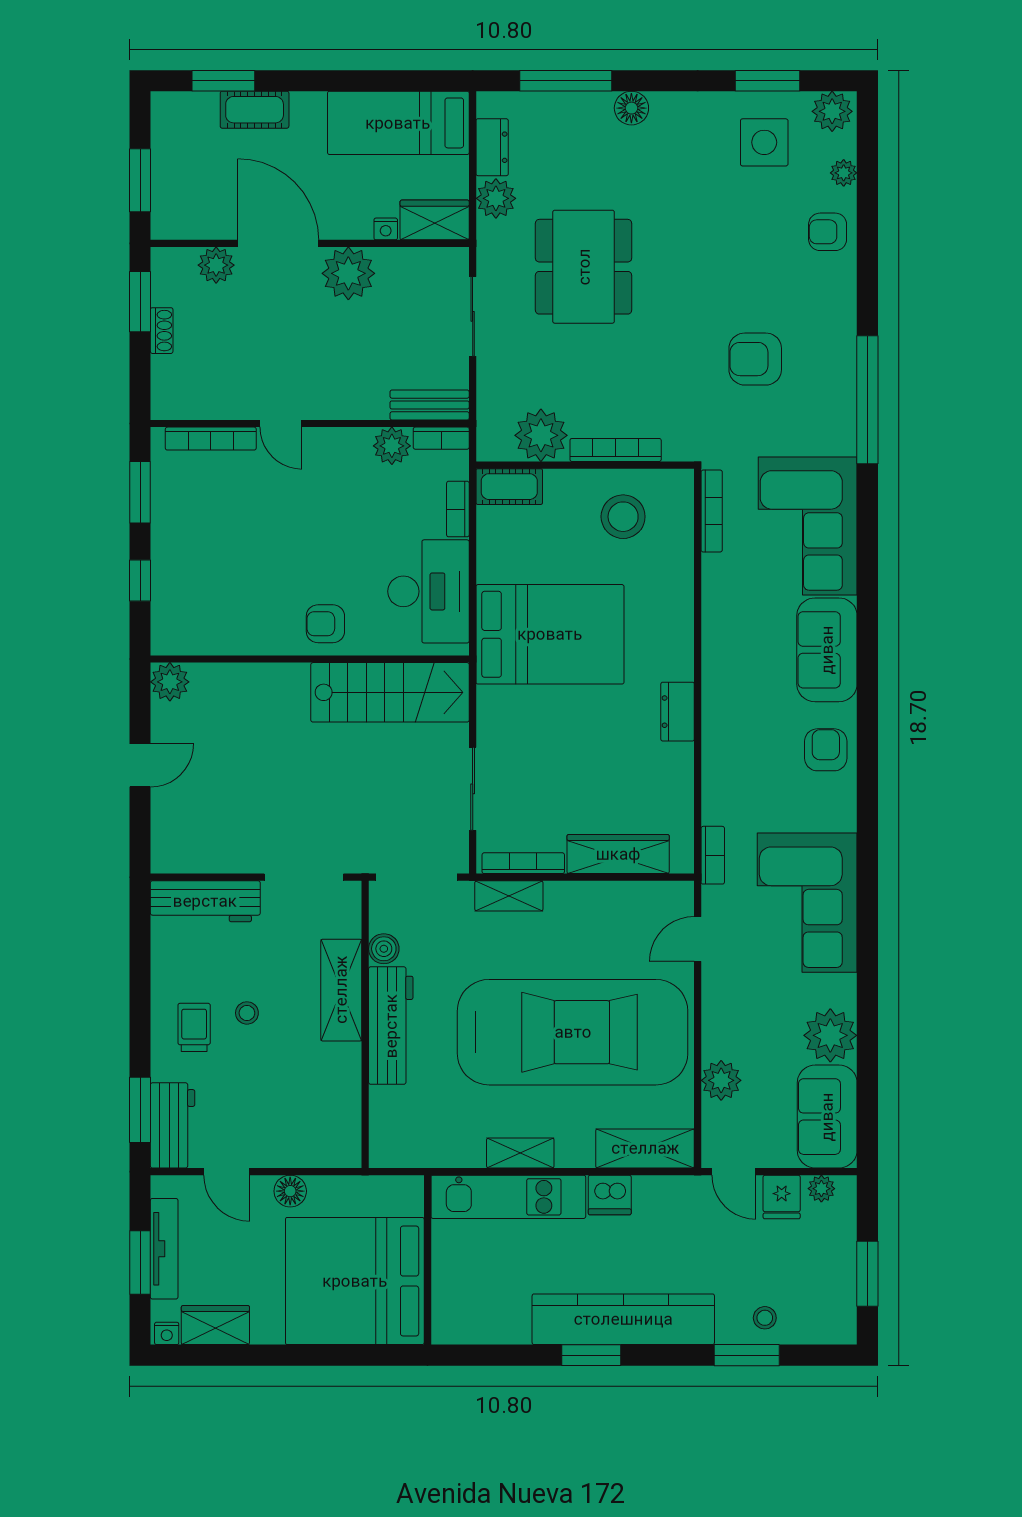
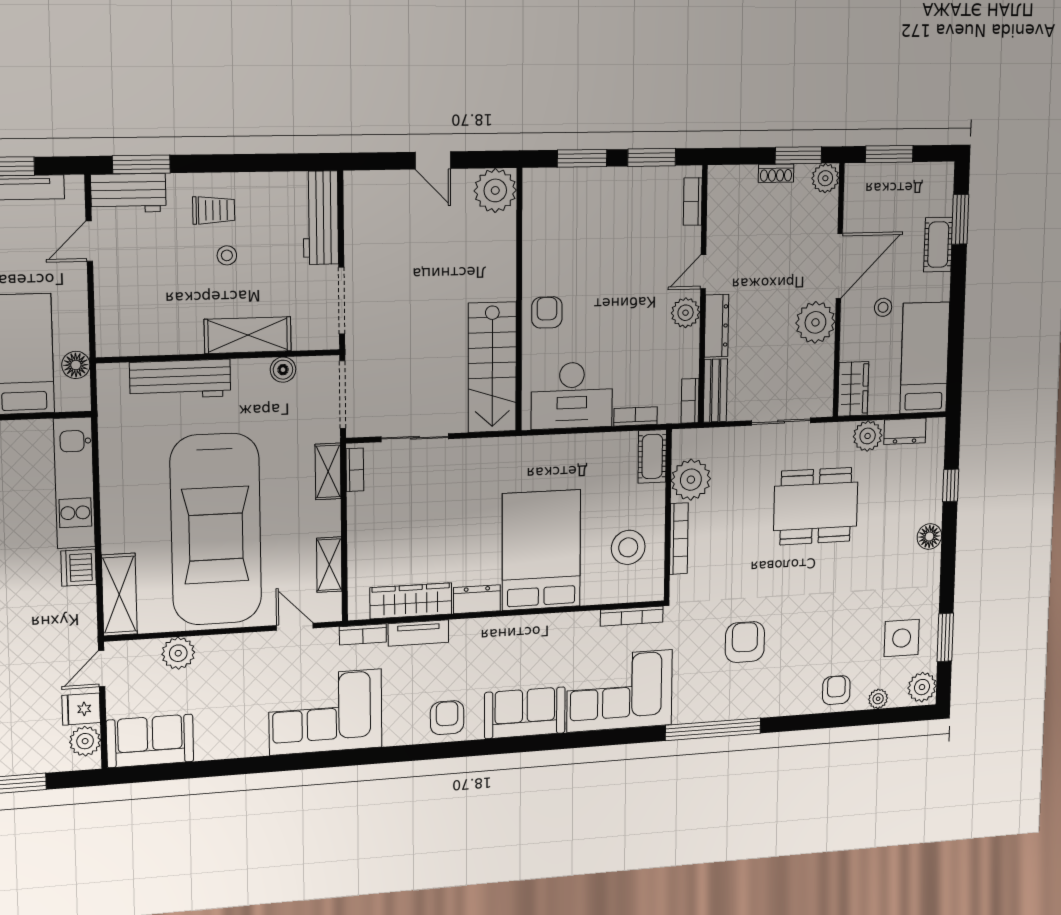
window: (566, 81) -> (951, 485), width x0.46
stool: (332, 182) -> (883, 307), added
nightstand: (386, 229) -> (848, 351), removed
plant: (216, 265) -> (825, 178), moved
dresser: (349, 405) -> (717, 326), added
bookcase: (211, 439) -> (693, 201), width x0.64
plant: (392, 446) -> (686, 313), moved
window: (140, 581) -> (582, 158), width x1.50
bed: (550, 634) -> (541, 550), moved, turned 180
plant: (170, 682) -> (495, 190), width x1.36, depth x1.36
armchair: (826, 750) -> (447, 718), turned -90
tv unit: (716, 786) -> (418, 633), added
wardrobe: (618, 854) -> (411, 601), moved, turned -90
bookcase: (523, 863) -> (355, 470), width x0.64
workbench: (391, 1026) -> (180, 379), moved
plant: (830, 1035) -> (217, 738), removed
shelving: (520, 1153) -> (329, 565), moved
plant: (821, 1189) -> (85, 741), width x1.38, depth x1.38
floor lamp: (290, 1191) -> (76, 365), moved

